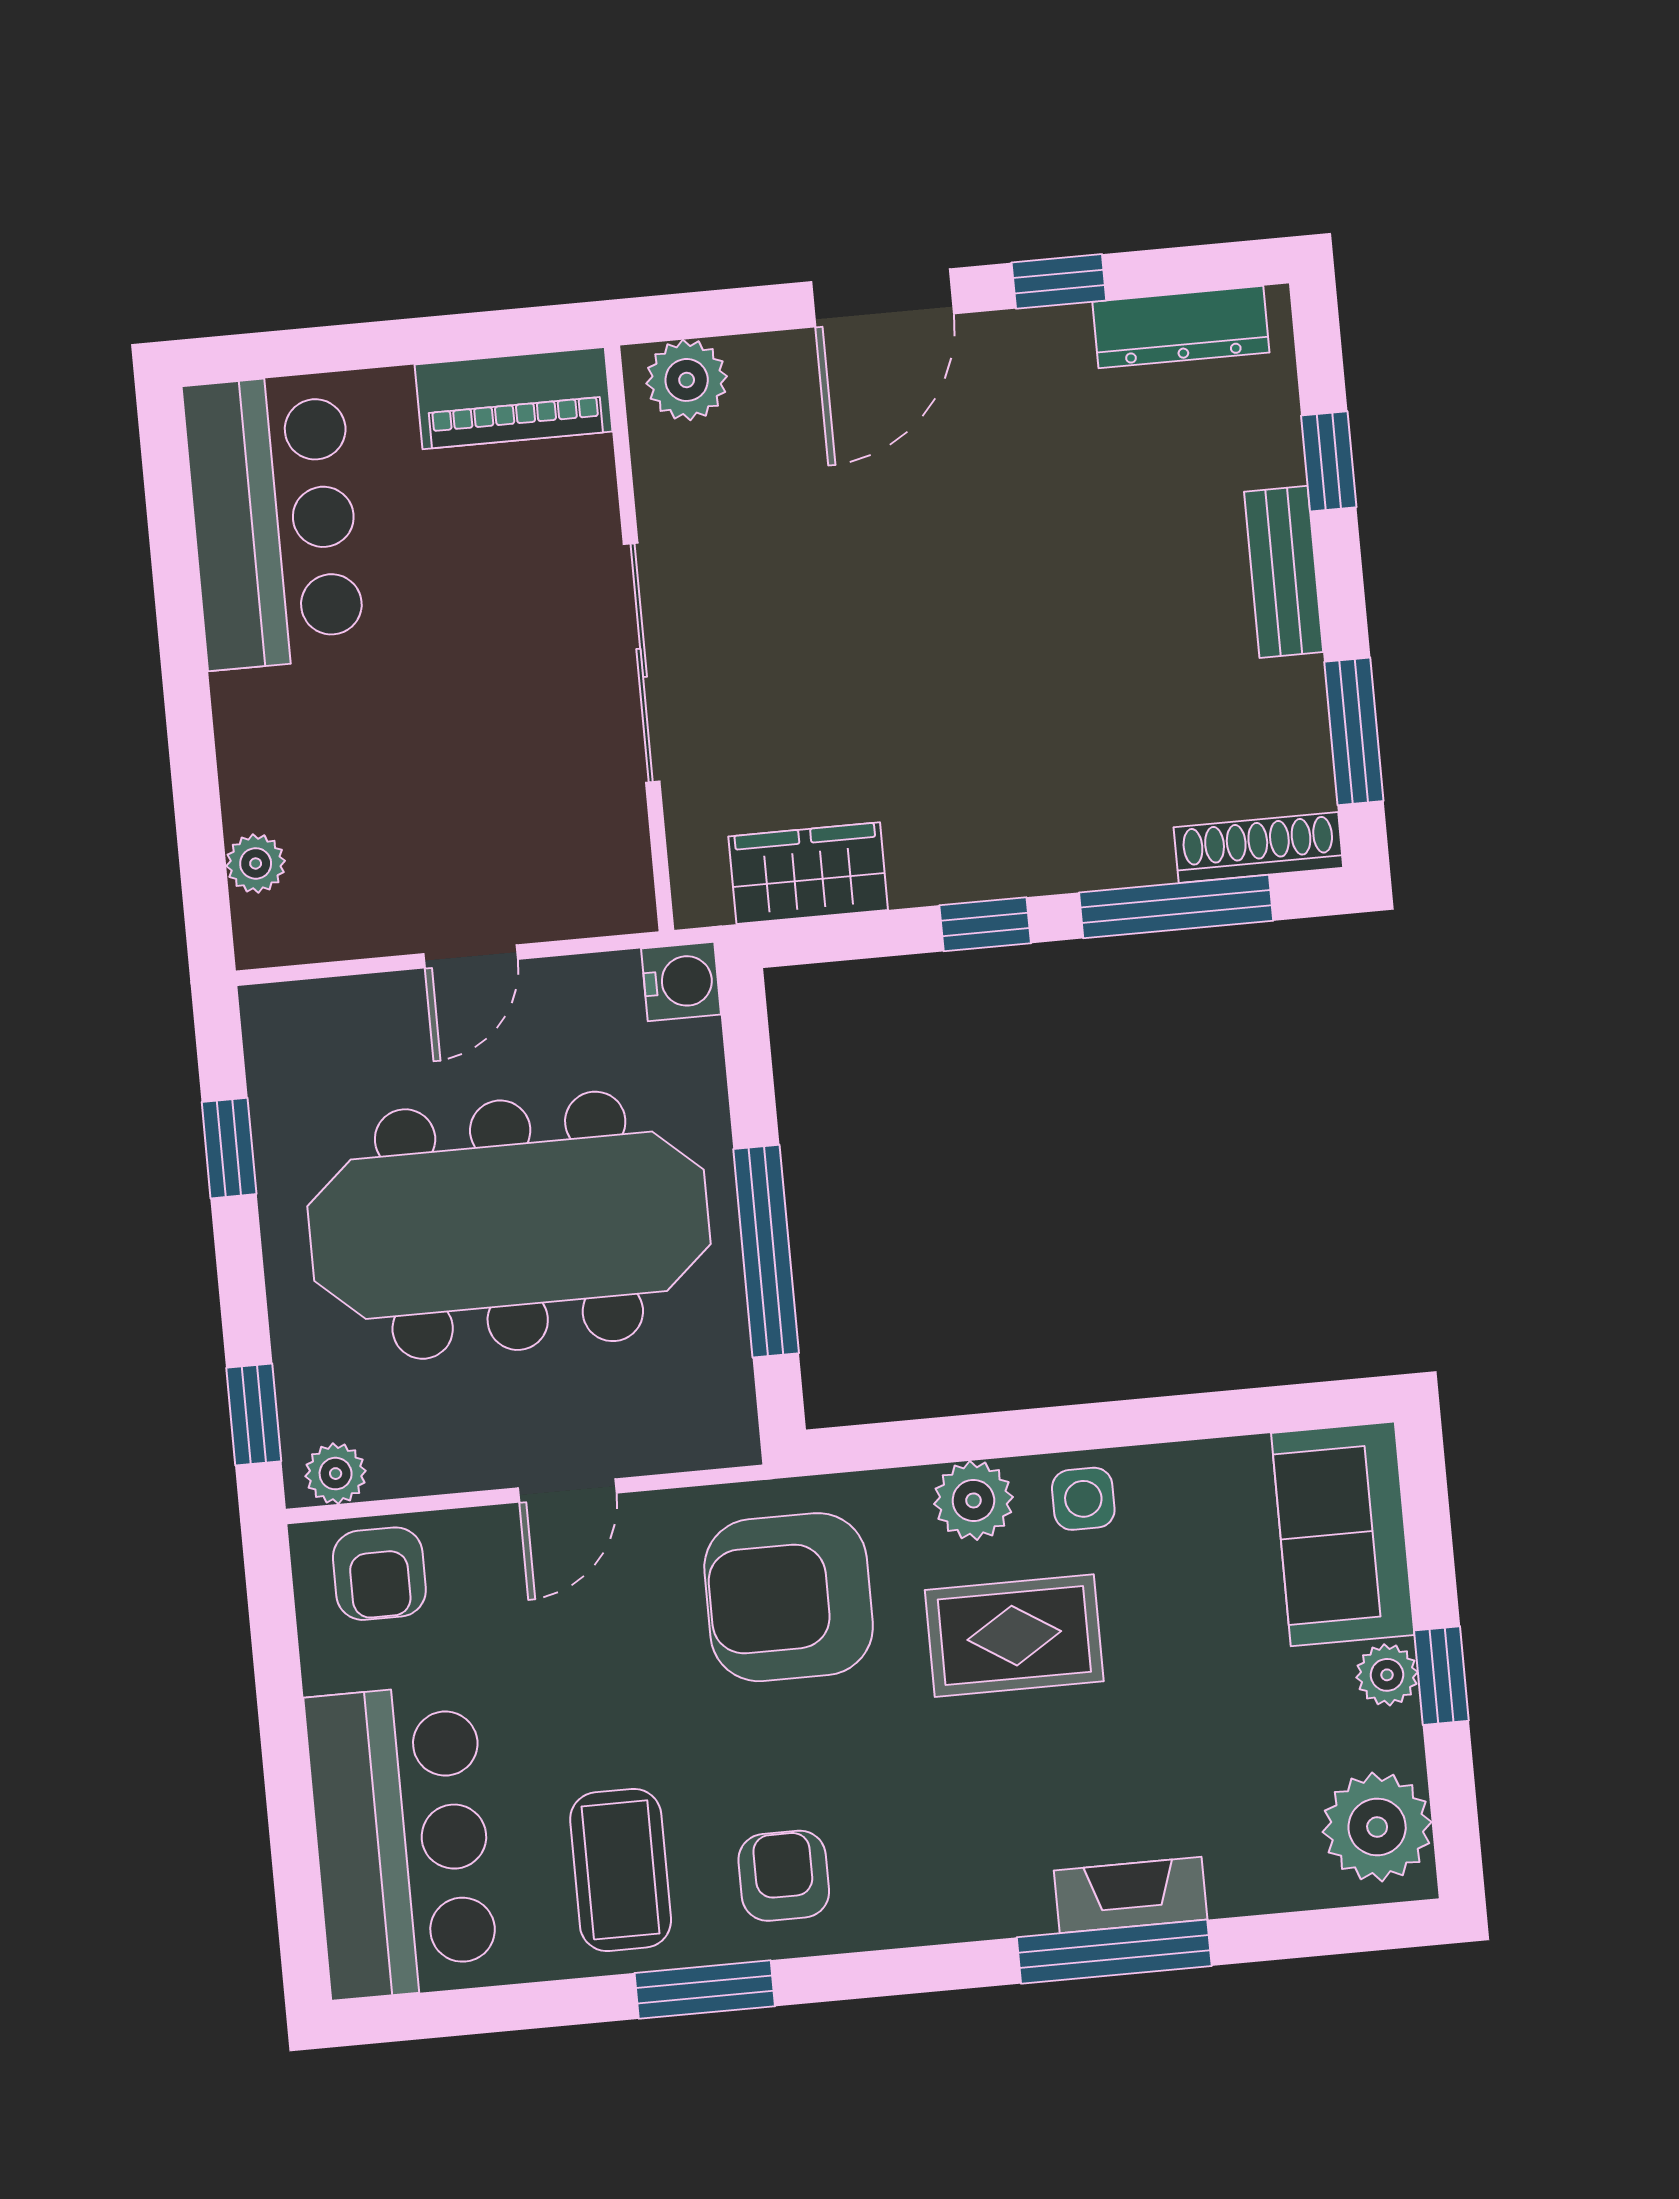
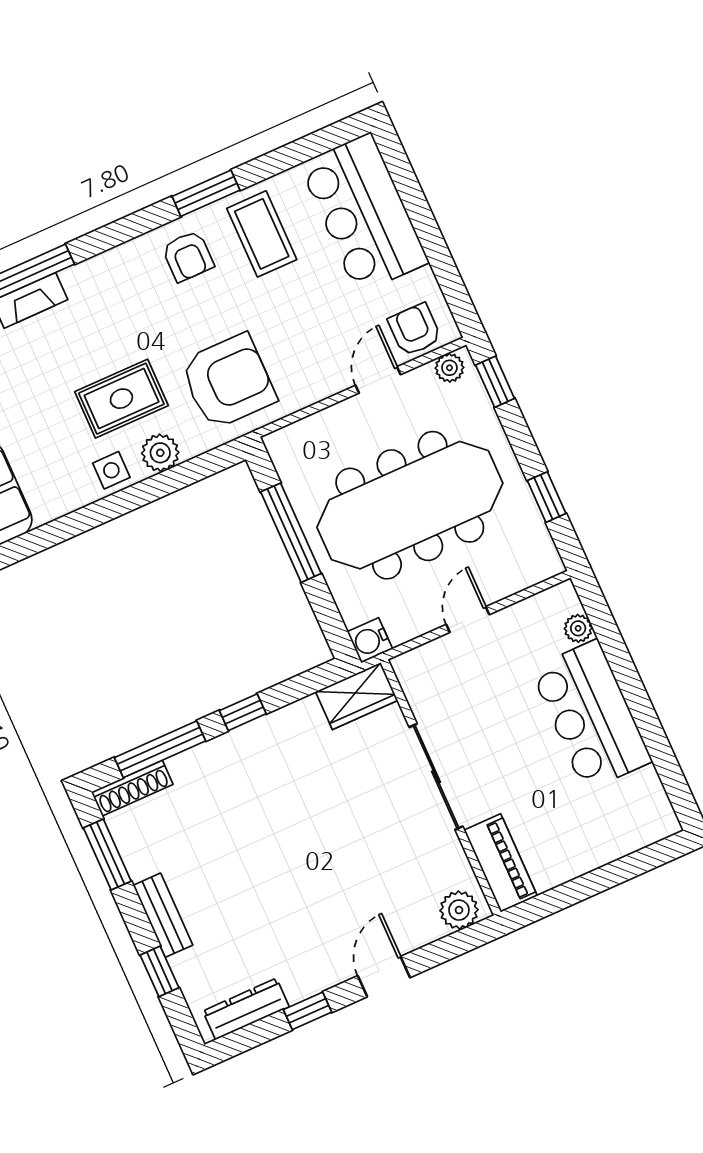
door: (883, 298) -> (384, 977), width x0.73
piano: (514, 398) -> (501, 863), moved, turned 90
bar counter: (274, 521) -> (591, 715), moved
wardrobe: (808, 873) -> (357, 696), moved
door: (567, 1490) -> (378, 380), moved

